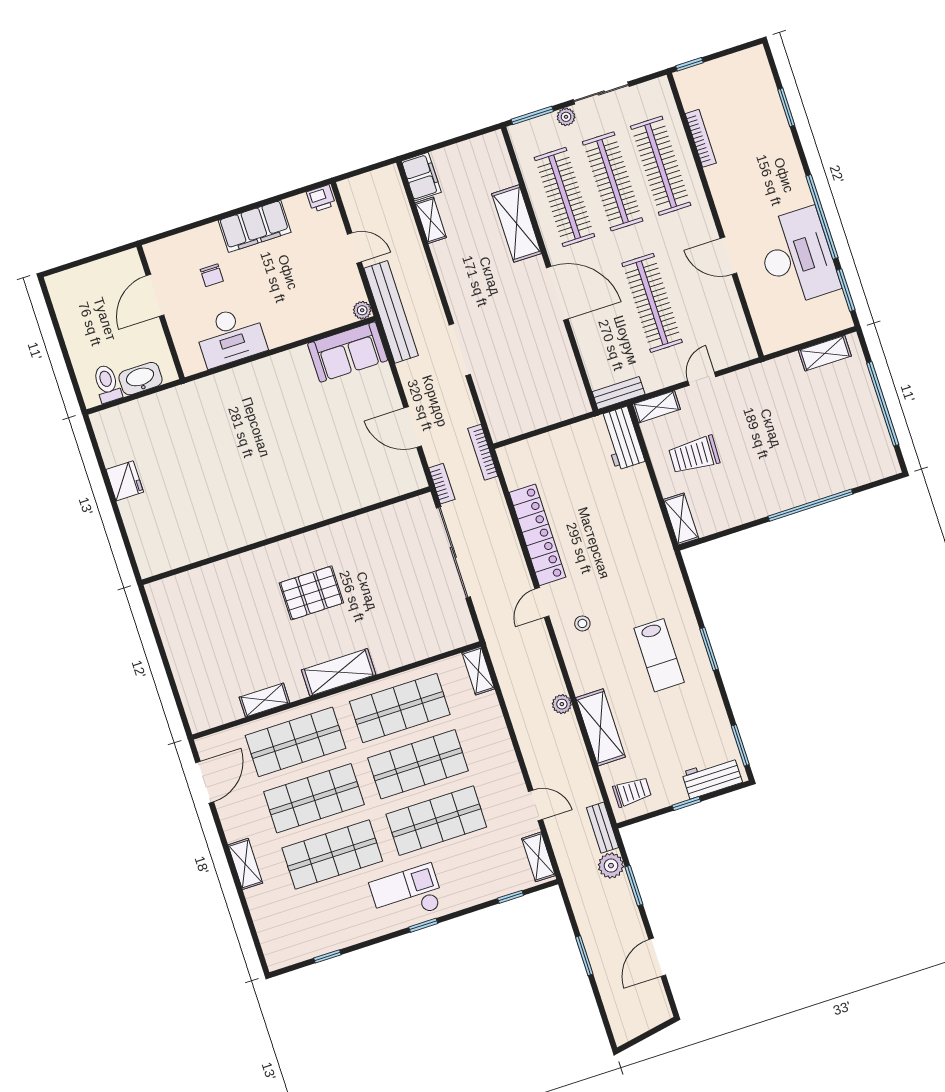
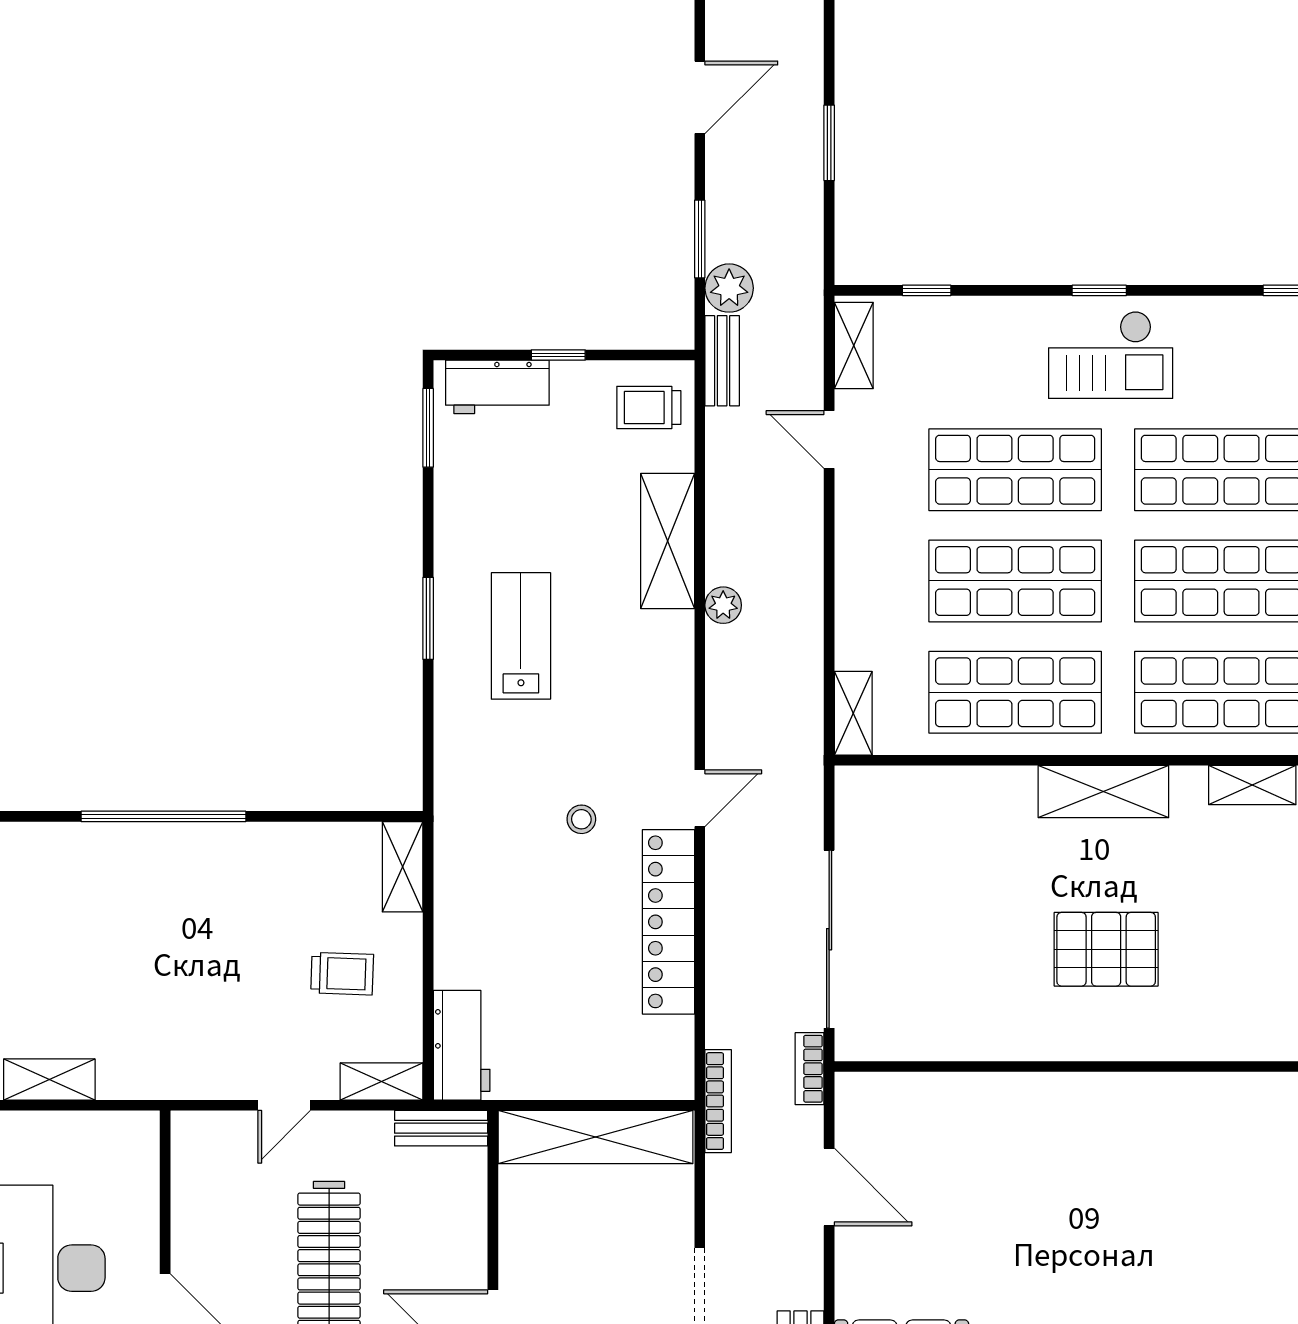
shelving: (539, 414) -> (595, 1137), added
trolley: (694, 455) -> (342, 974), width x0.73, depth x0.72
stool: (582, 623) -> (581, 819), moved

